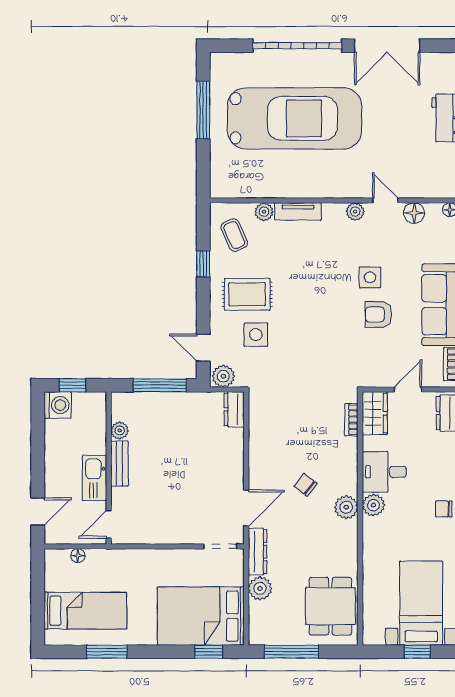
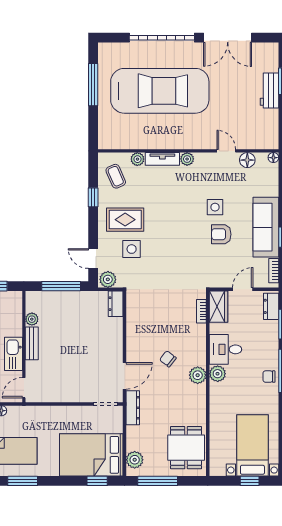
plant: (355, 212) -> (187, 159), moved
plant: (260, 588) -> (135, 460), moved

